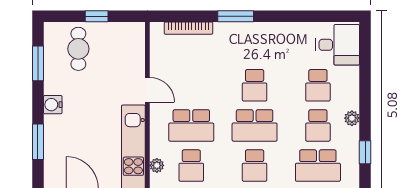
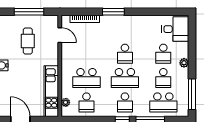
window: (97, 16) -> (29, 12), width x2.17
cafe table: (78, 49) -> (28, 41), moved
door: (147, 90) -> (60, 35), moved
plant: (352, 118) -> (184, 63), moved
window: (365, 152) -> (192, 94), width x2.17

